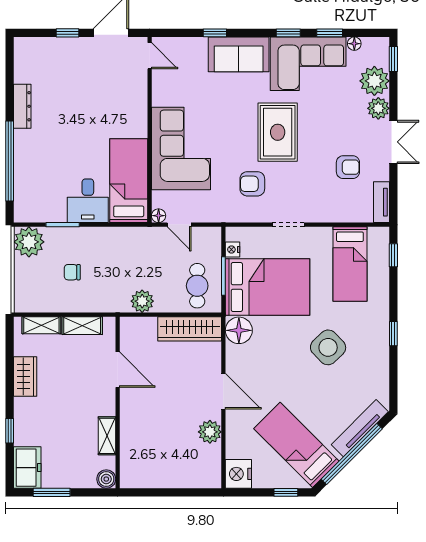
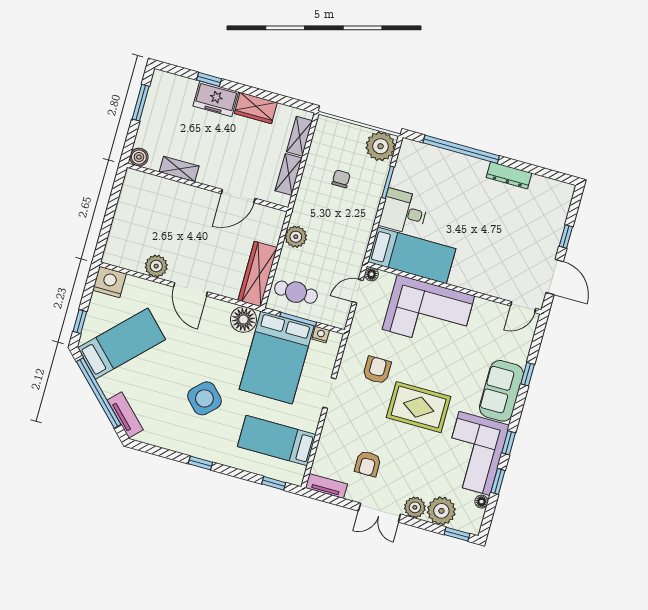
door: (223, 391) -> (191, 289), hinge flipped
tv unit: (360, 428) -> (125, 415), width x0.71
freezer: (27, 468) -> (216, 99), moved

